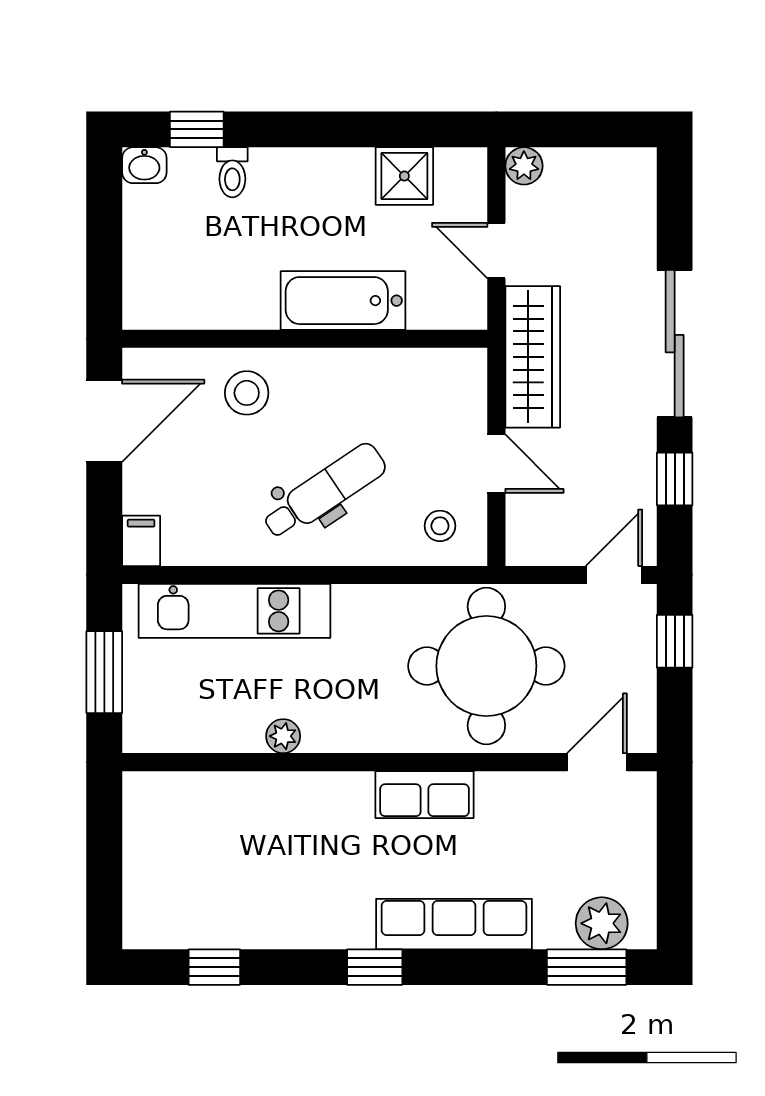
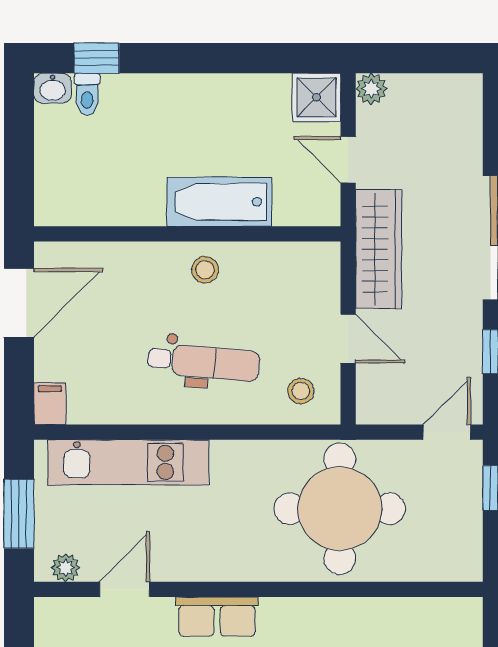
toilet: (232, 172) -> (87, 94), moved
shower: (404, 176) -> (316, 97), moved
stool: (247, 393) -> (205, 270), moved, width x0.73, depth x0.73
dental chair: (324, 492) -> (204, 362), turned 39
plant: (283, 736) -> (66, 568), moved
door: (597, 762) -> (125, 589), moved
row of seats: (425, 795) -> (217, 617), moved

